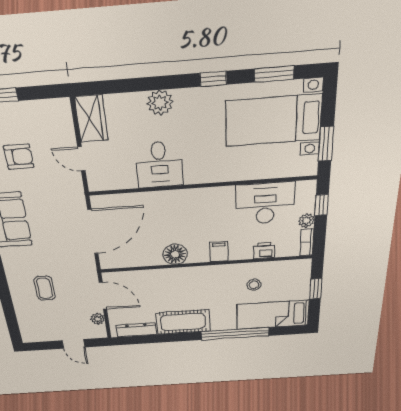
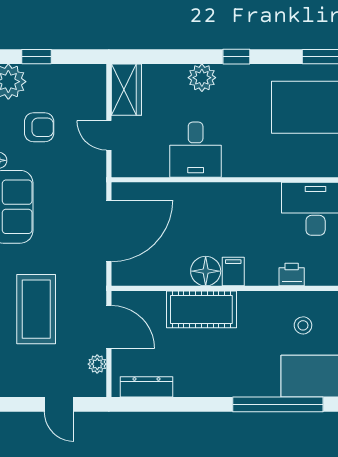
window: (213, 79) -> (236, 57), moved
printer: (264, 251) -> (292, 275), moved
filing cabinet: (219, 252) -> (233, 272), moved
coffee table: (45, 288) -> (36, 309), width x1.86, depth x1.72
cot: (183, 322) -> (201, 309), moved

